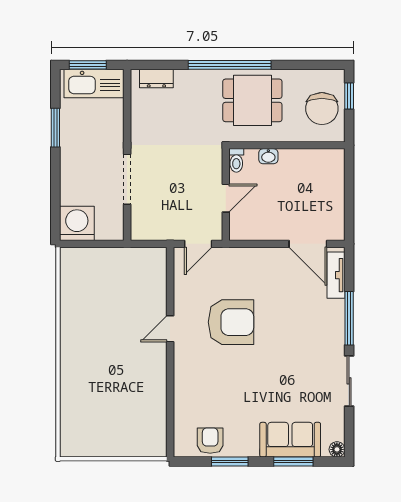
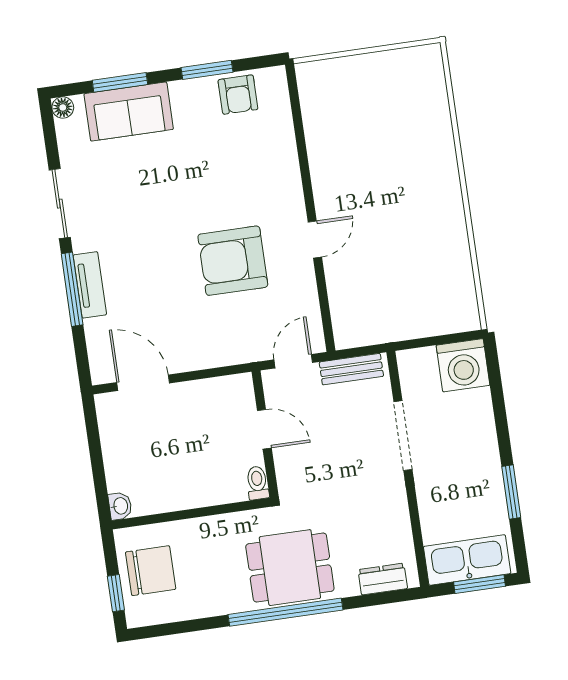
dining table: (252, 100) -> (290, 568), moved
chair: (322, 109) -> (151, 571), turned 90
washbasin: (268, 156) -> (120, 506), moved, turned 90
door: (226, 198) -> (264, 429), swing flipped
bench: (157, 232) -> (351, 369), added
tv unit: (336, 275) -> (90, 285), moved

